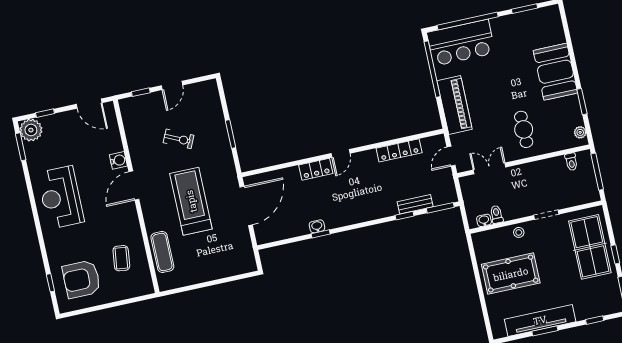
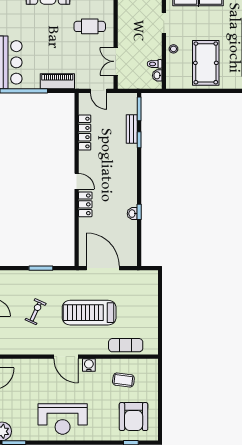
piano: (455, 105) -> (57, 81), width x0.73, depth x0.75
water cooler: (118, 160) -> (89, 365), moved

